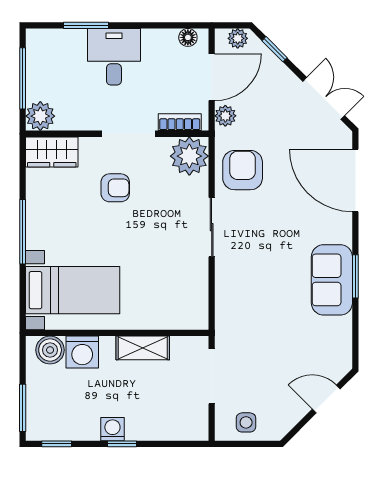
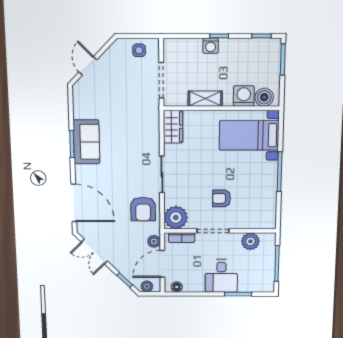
plant: (40, 116) -> (250, 241), moved
wardrobe: (52, 152) -> (173, 127), moved, turned 90
door: (326, 399) -> (88, 66), swing flipped
washing machine: (112, 429) -> (211, 46), moved

